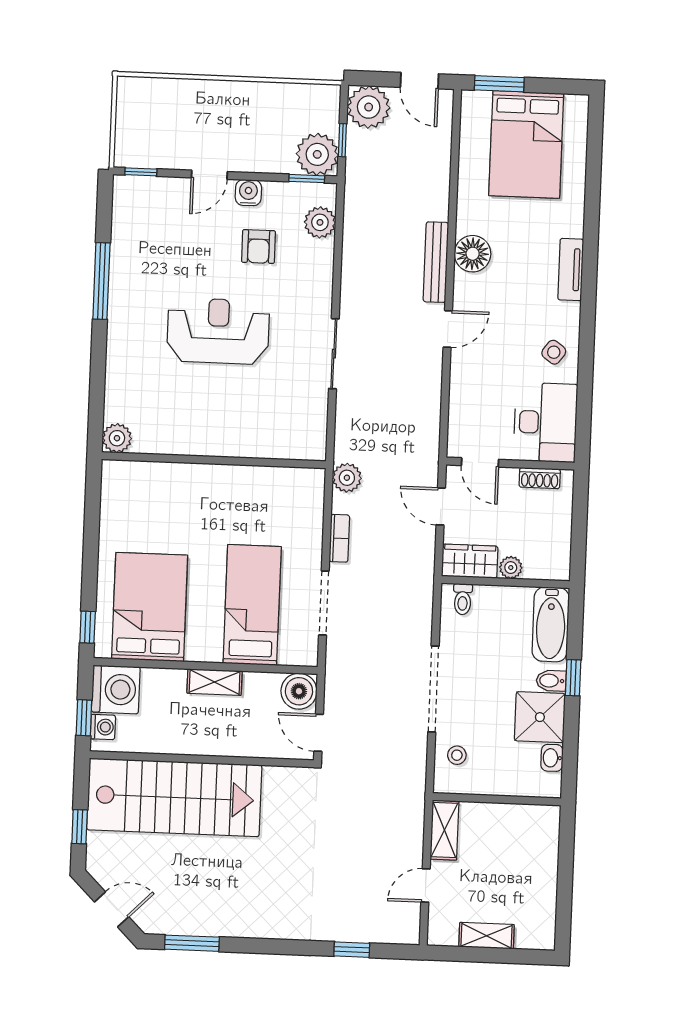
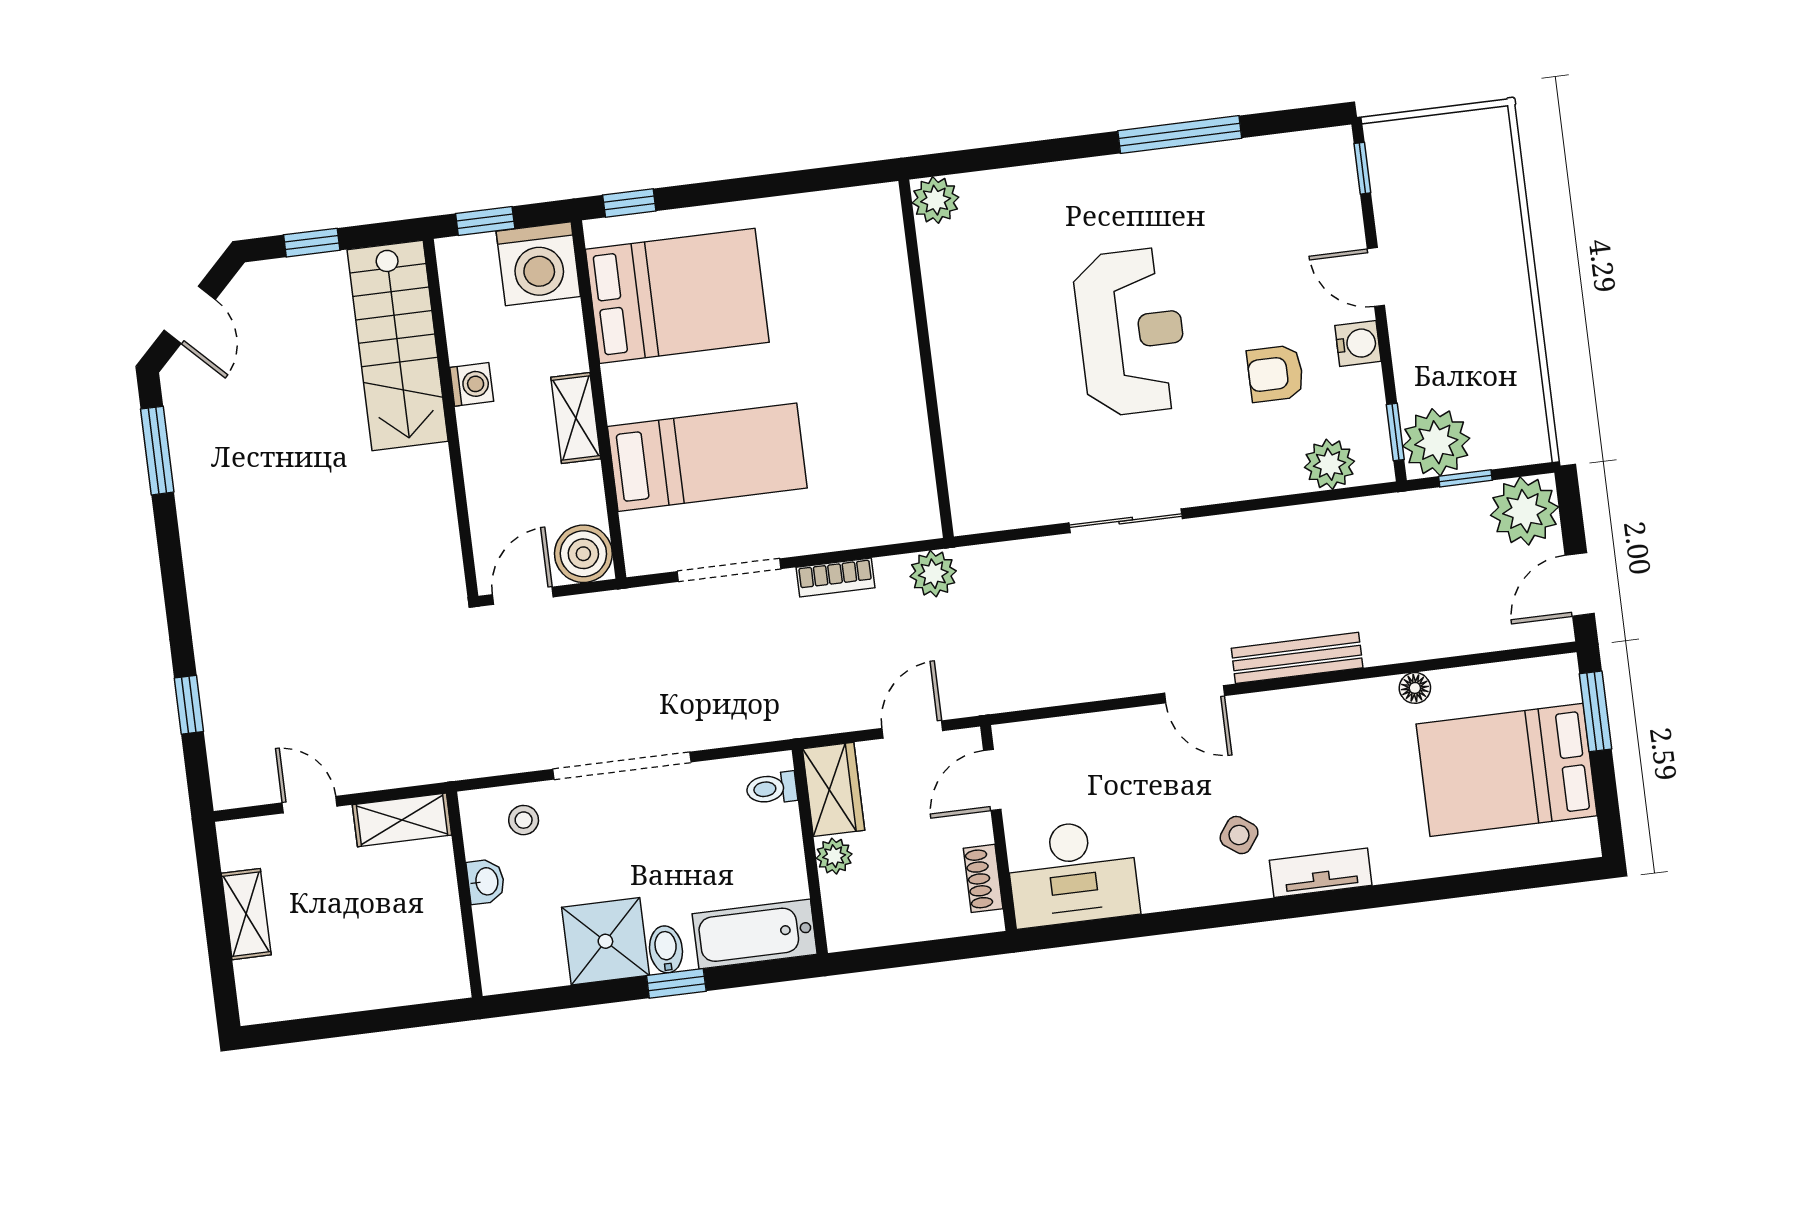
floor lamp: (473, 254) -> (1415, 688), moved, width x0.53, depth x0.53
side table: (554, 352) -> (1239, 835), moved
washing machine: (103, 727) -> (472, 384), moved, turned -90
washbasin: (552, 758) -> (486, 881), moved, turned 90
stairs: (174, 797) -> (398, 345), width x0.73, depth x0.66

